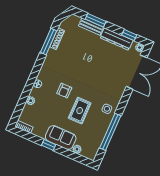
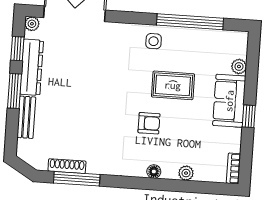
window: (96, 20) -> (14, 91), moved

